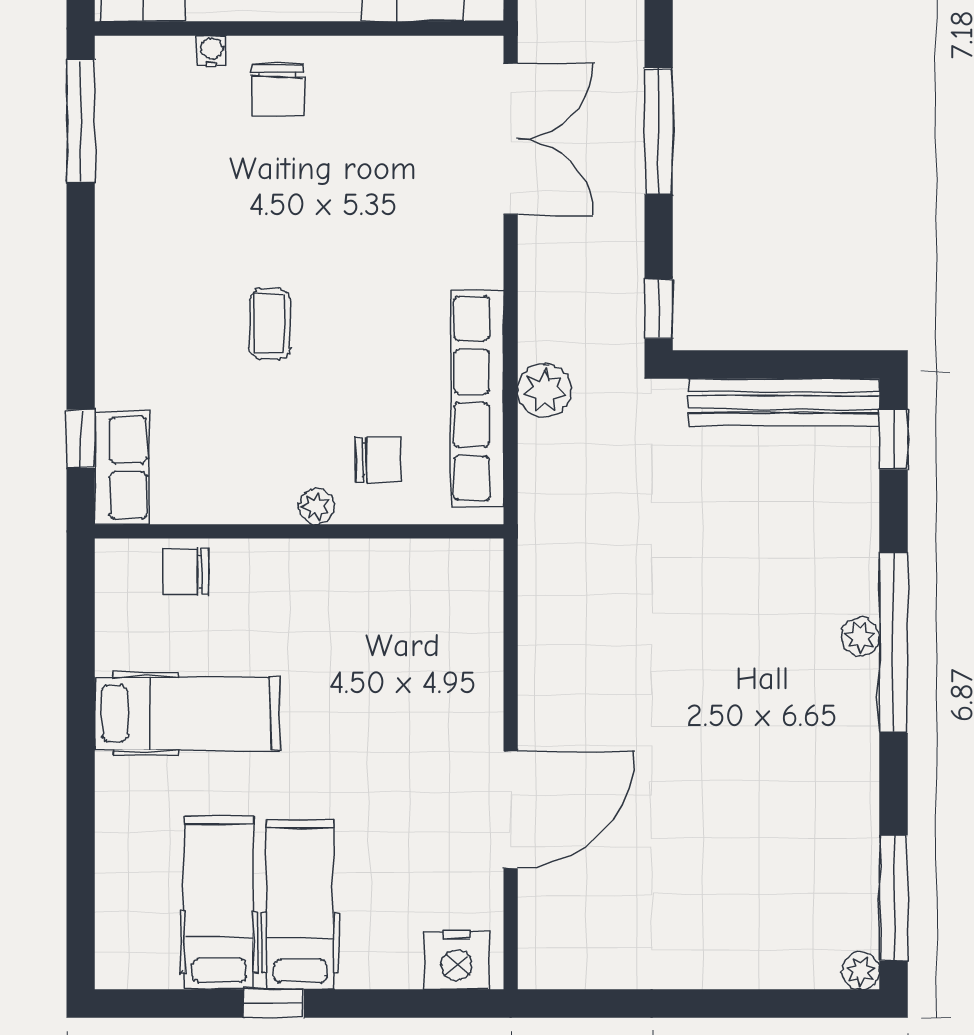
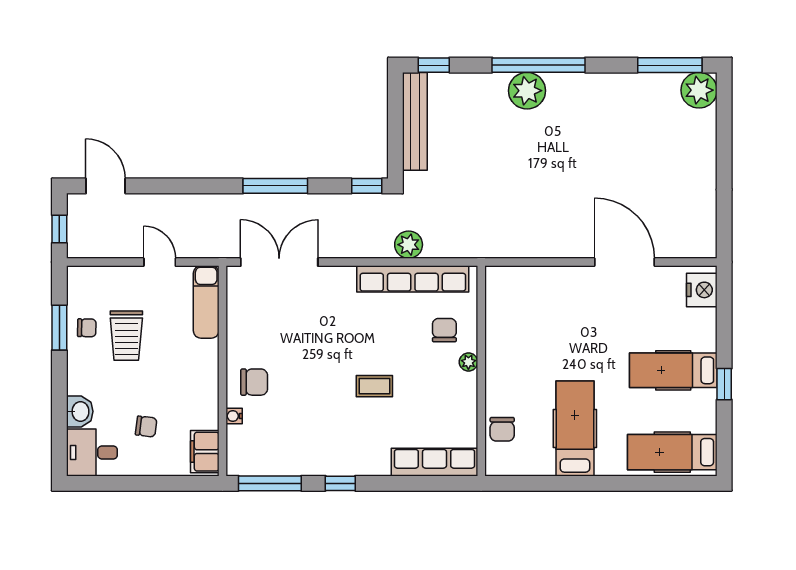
window: (81, 439) -> (340, 483), moved
row of seats: (122, 468) -> (435, 462), width x1.48
plant: (860, 637) -> (527, 91), width x1.88, depth x1.88
hospital bed: (219, 903) -> (672, 452), moved
plant: (861, 971) -> (699, 90), width x1.88, depth x1.88

